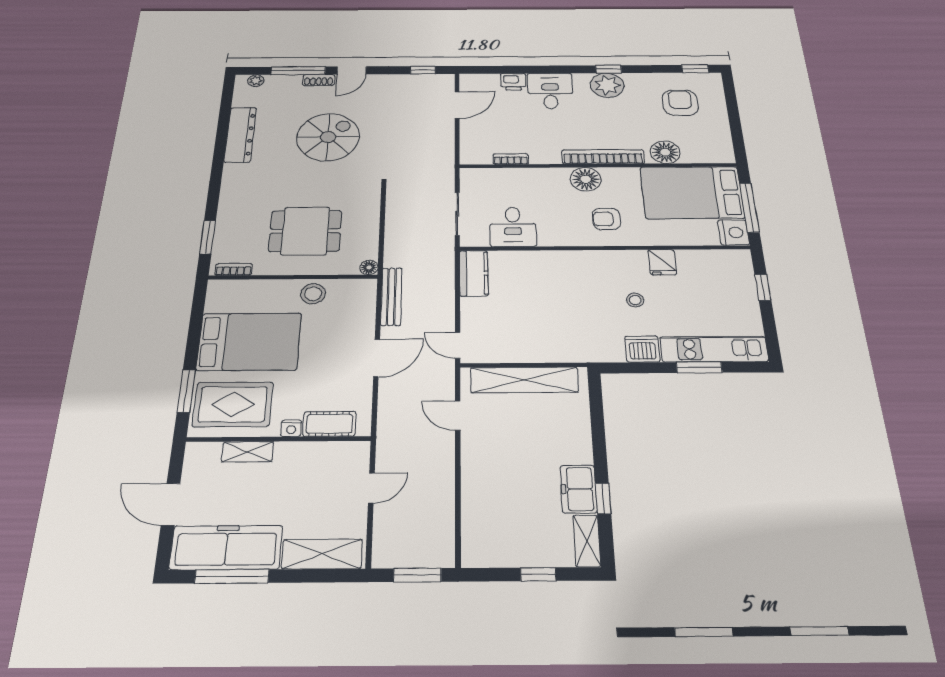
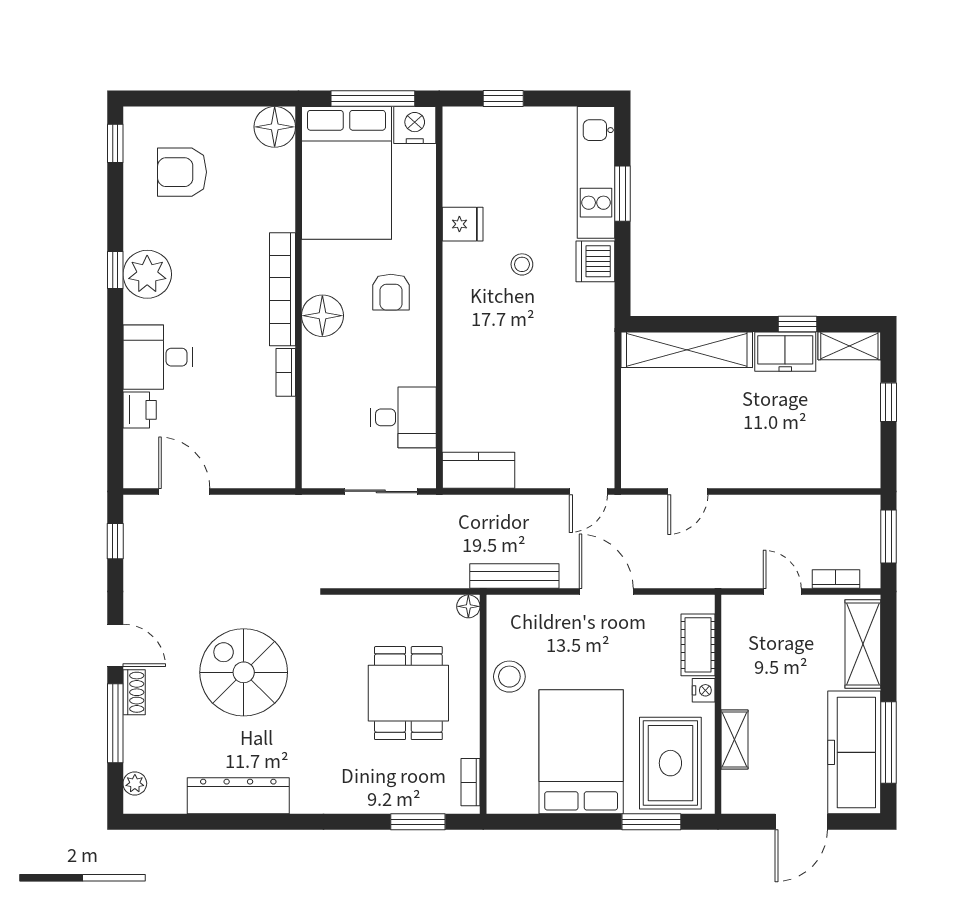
floor lamp: (665, 152) -> (275, 127), moved
bookcase: (511, 159) -> (286, 372), moved
shelving: (524, 380) -> (687, 350), moved, turned 90
bookcase: (381, 531) -> (836, 579), added

